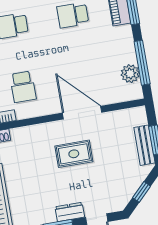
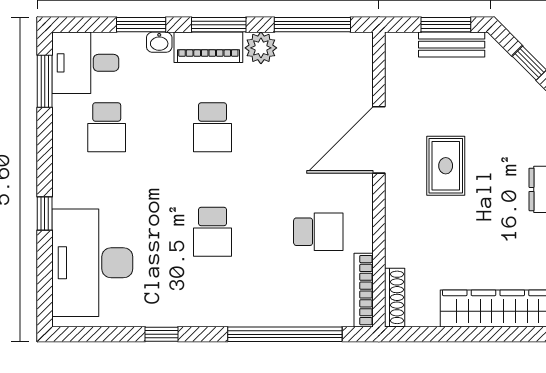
plant: (130, 74) -> (261, 48), moved

